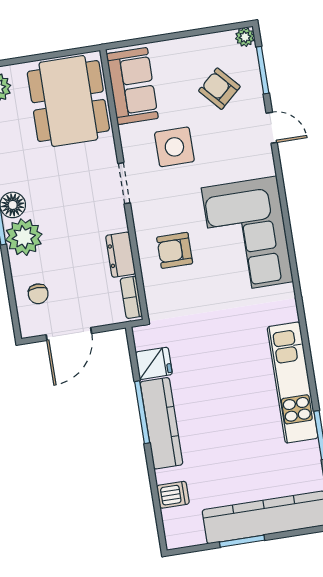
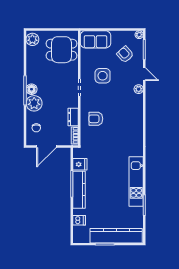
sofa: (132, 86) -> (95, 39), moved, turned 90
dining table: (68, 101) -> (62, 50), width x0.73
plant: (264, 165) -> (139, 89), added
corner sofa: (247, 235) -> (127, 117), removed

